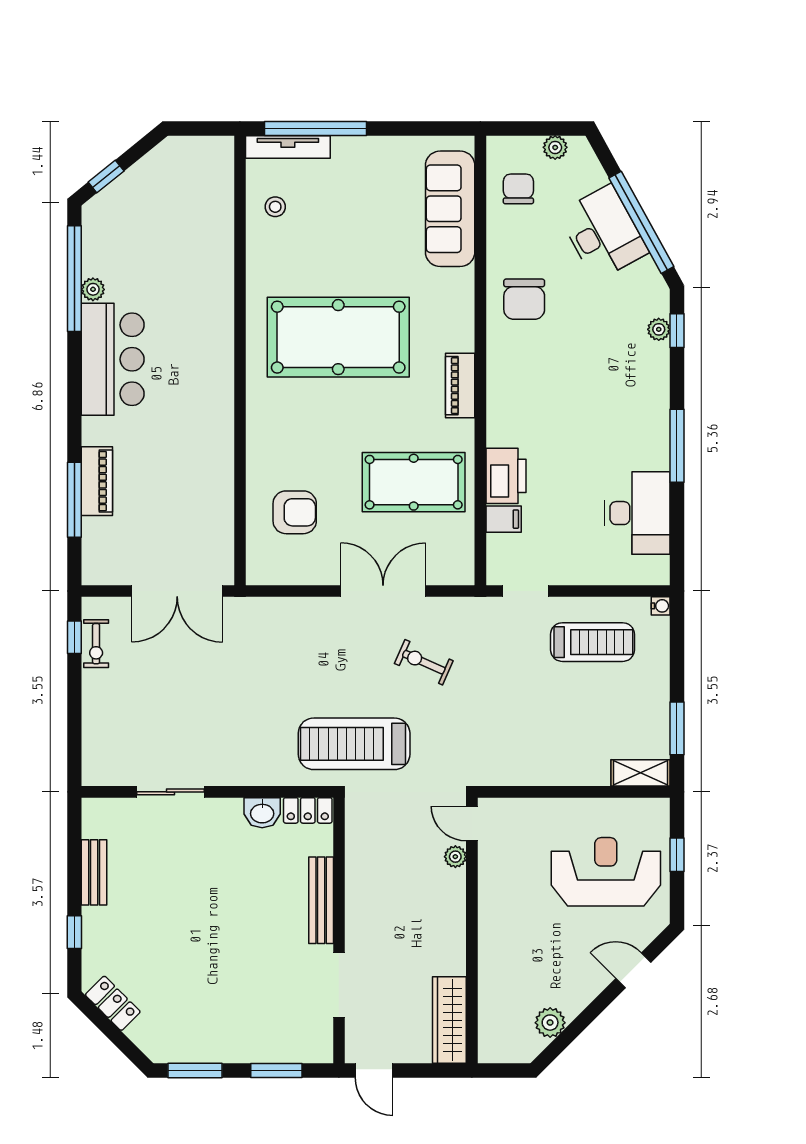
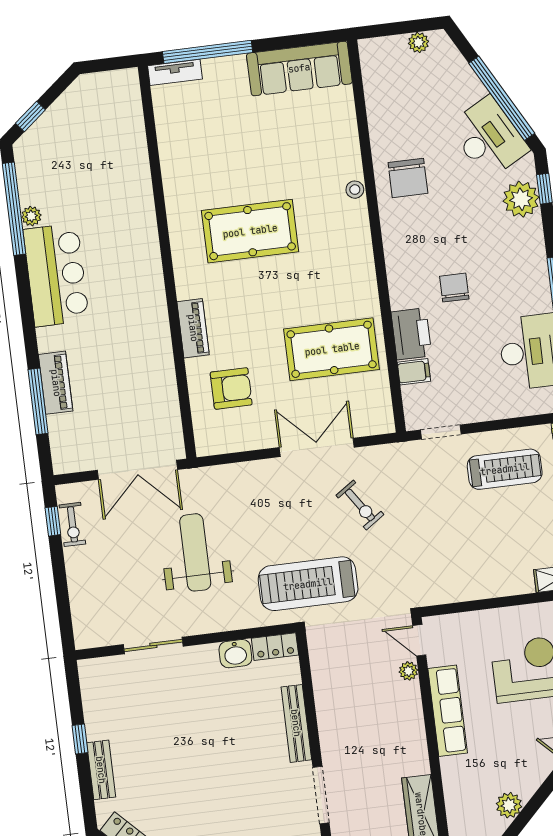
tv unit: (288, 147) -> (175, 72), width x0.71
chair: (518, 189) -> (454, 288), moved
stool: (275, 207) -> (355, 190), moved
sofa: (450, 209) -> (299, 68), moved, turned -90
desk: (603, 233) -> (488, 138), moved
plant: (659, 329) -> (521, 199), width x1.88, depth x1.88
pool table: (338, 337) -> (250, 231), width x0.73, depth x0.76
piano: (460, 386) -> (193, 328), moved, turned 180
exercise bike: (424, 662) -> (360, 505), turned -148
weight bench: (231, 693) -> (195, 552), added
bench: (94, 872) -> (101, 770), moved
row of seats: (494, 907) -> (448, 711), added
window: (74, 932) -> (80, 739), moved

